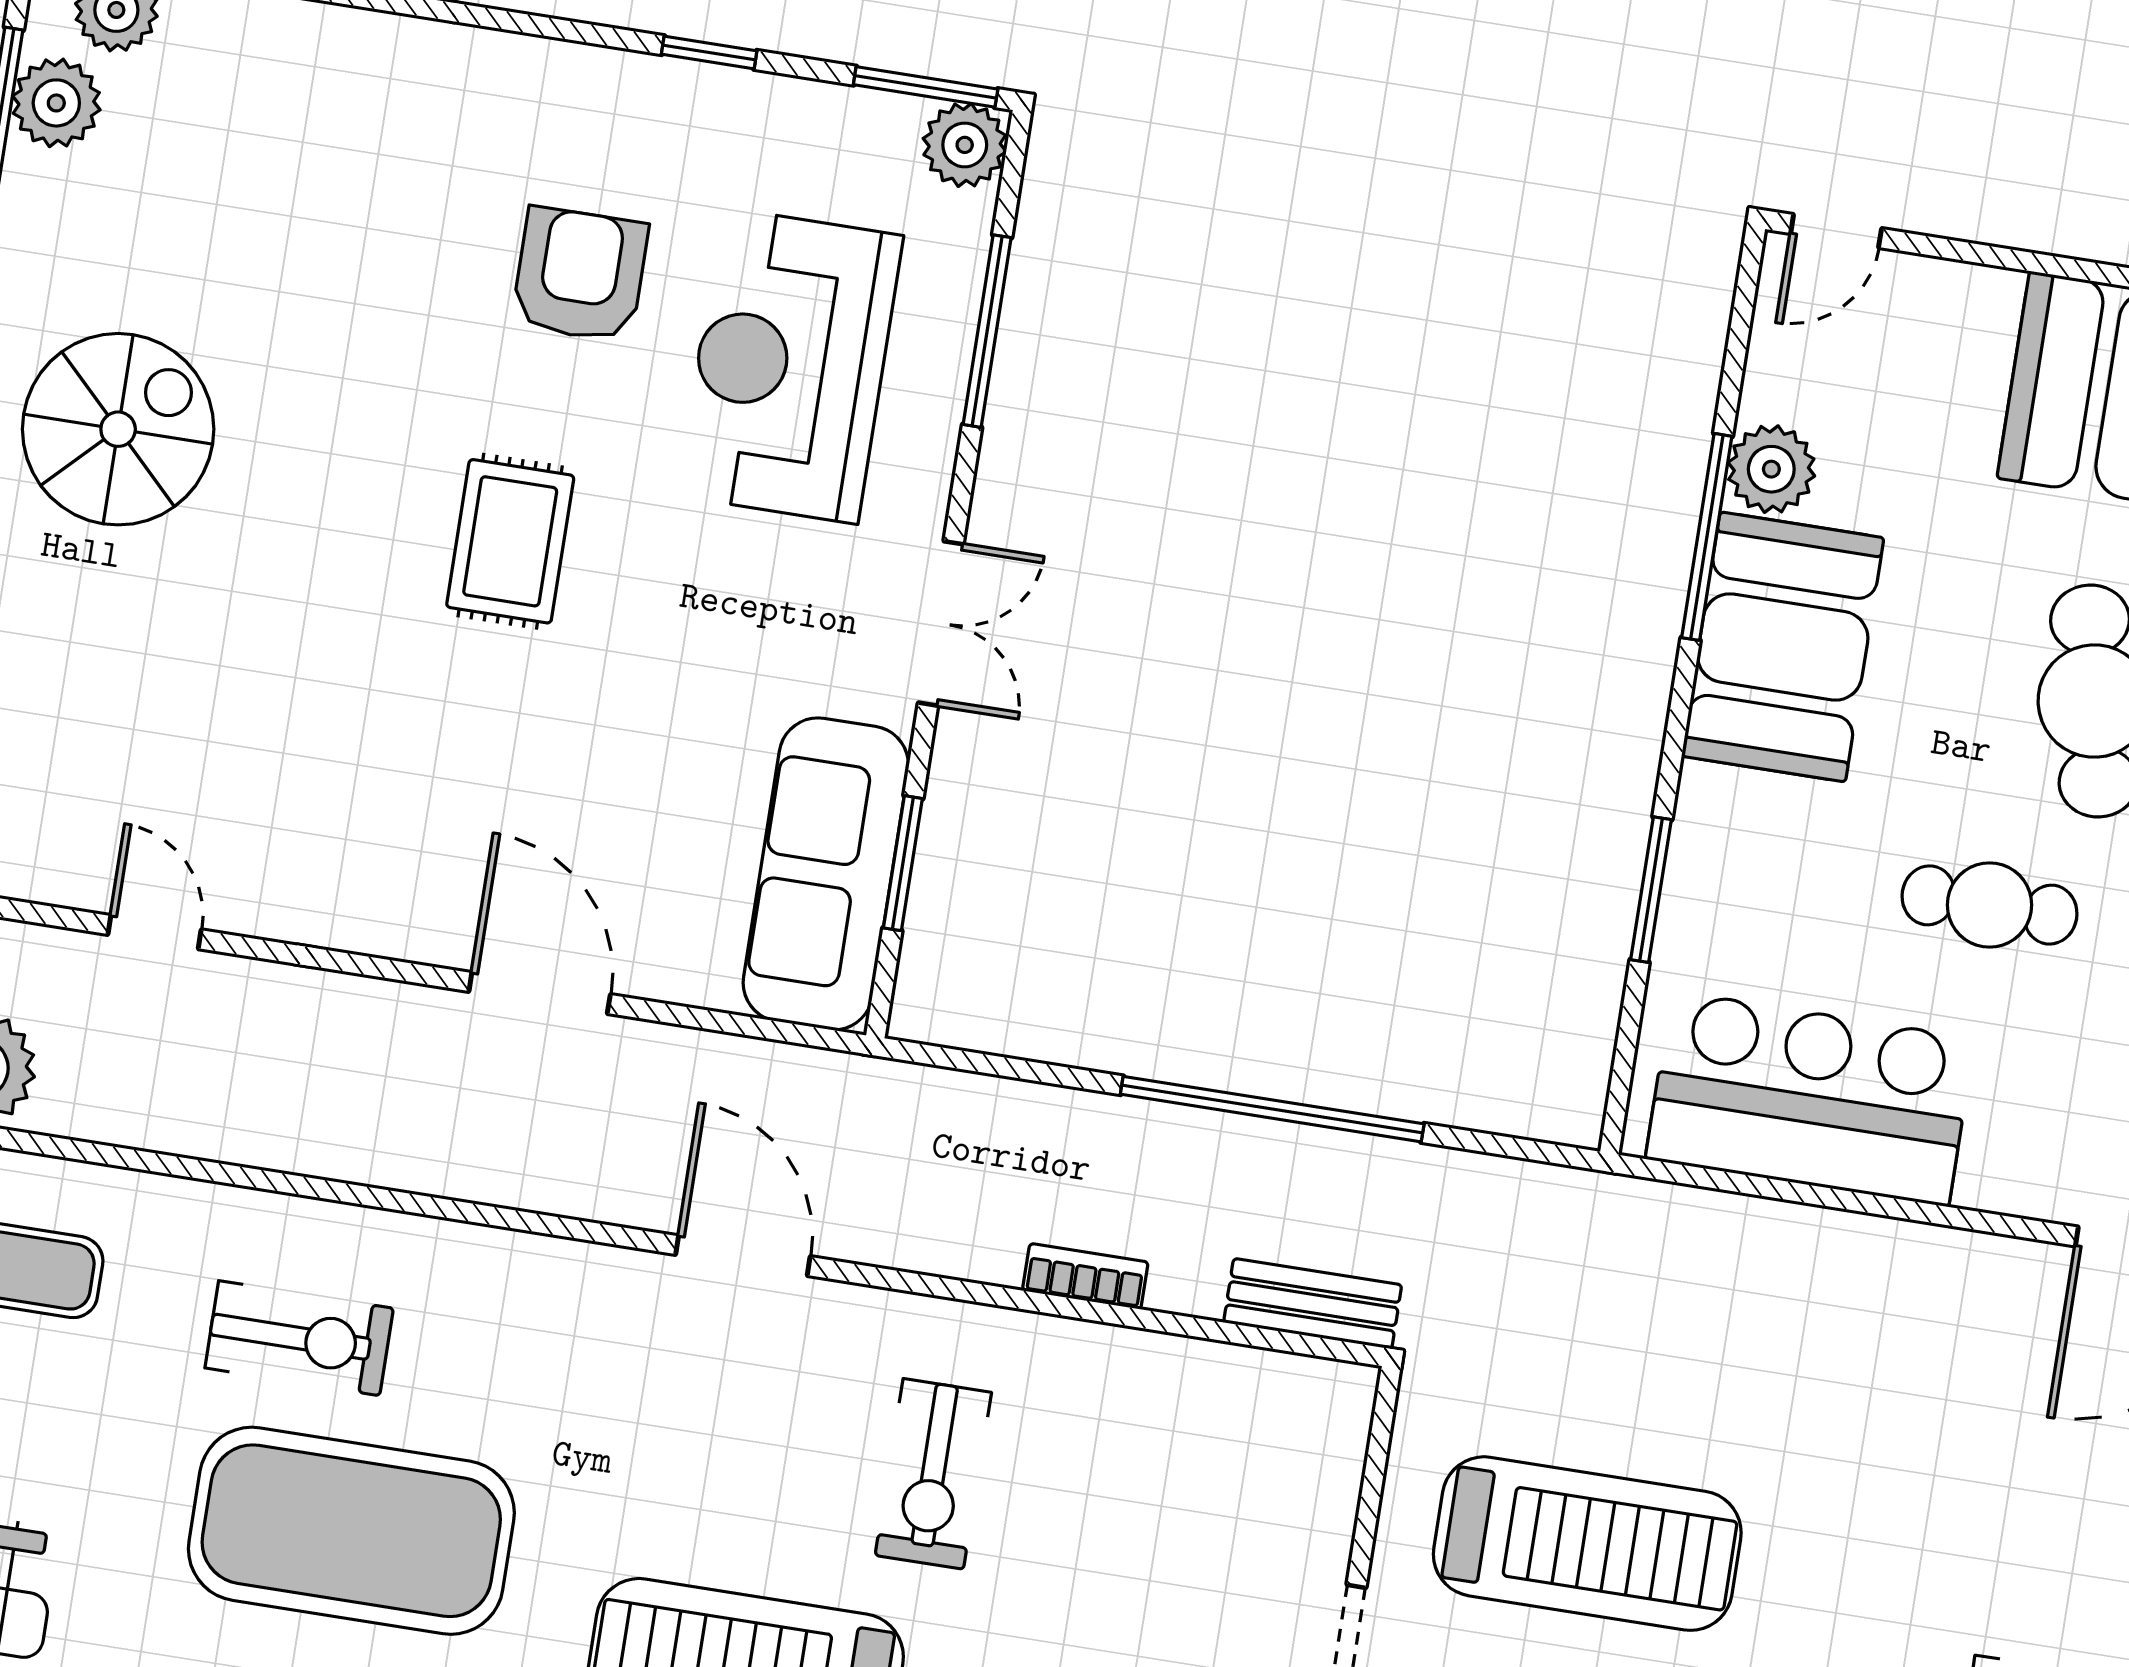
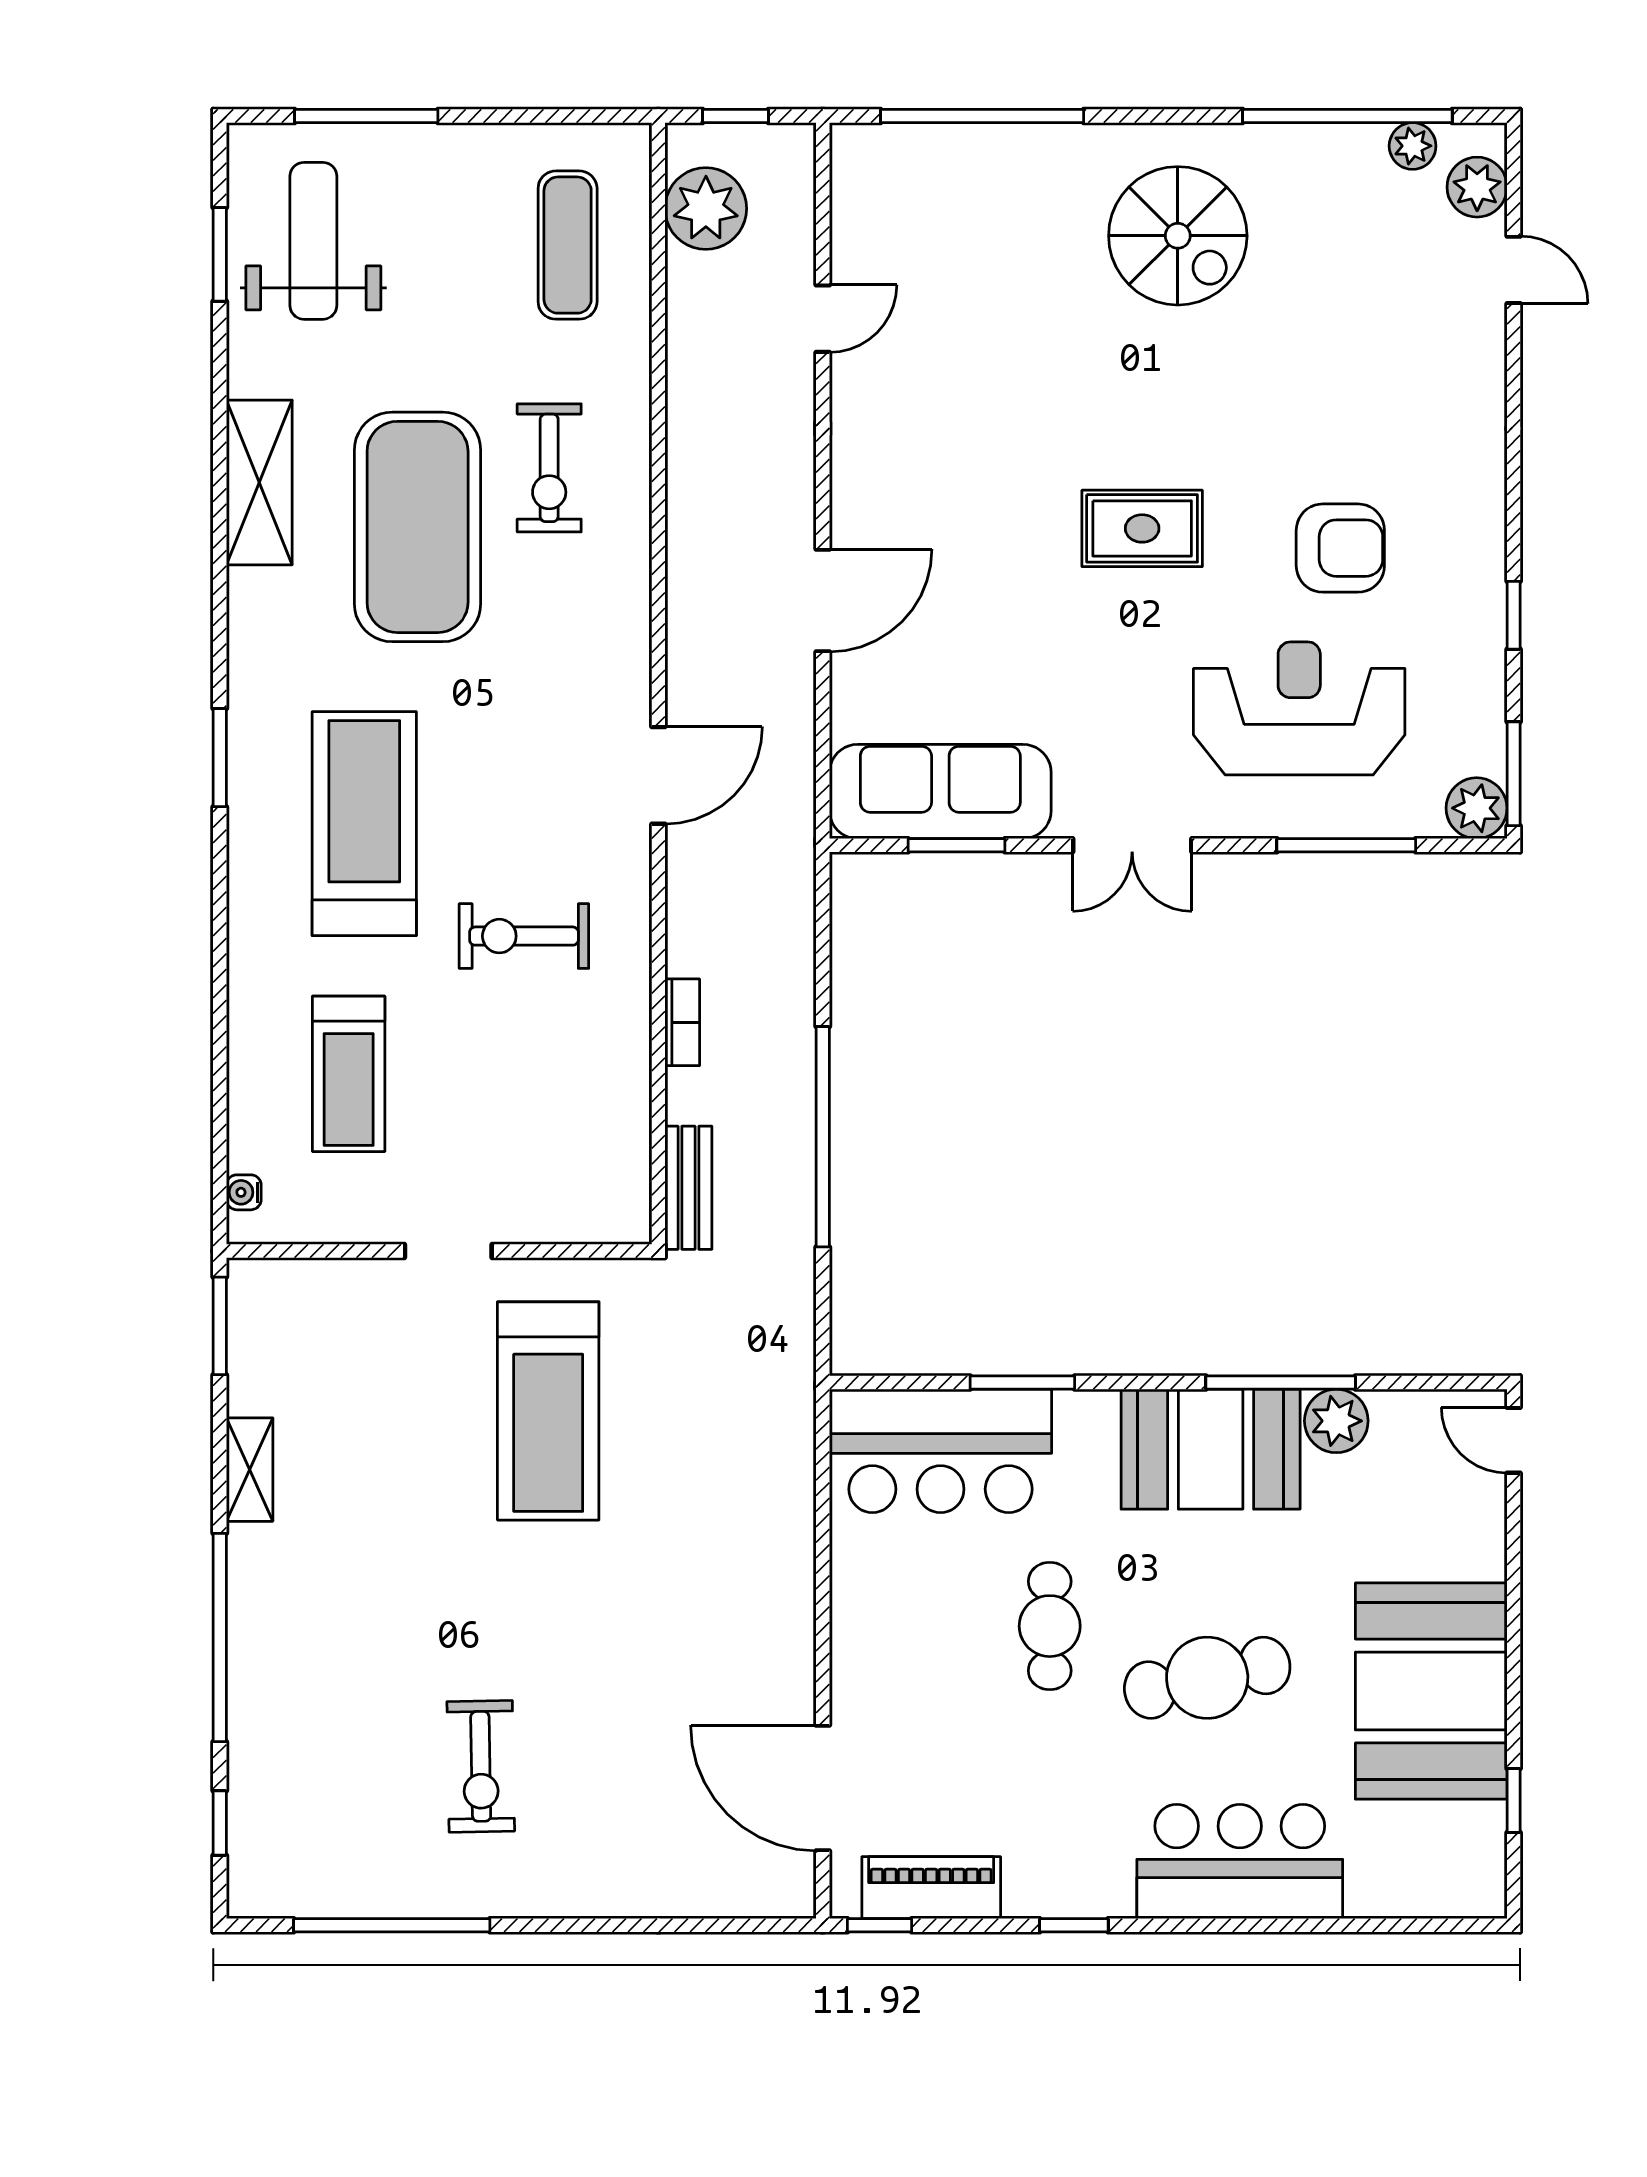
plant: (56, 103) -> (1413, 146), width x0.73, depth x0.73
bar counter: (1810, 1099) -> (941, 1451), moved, turned 90

